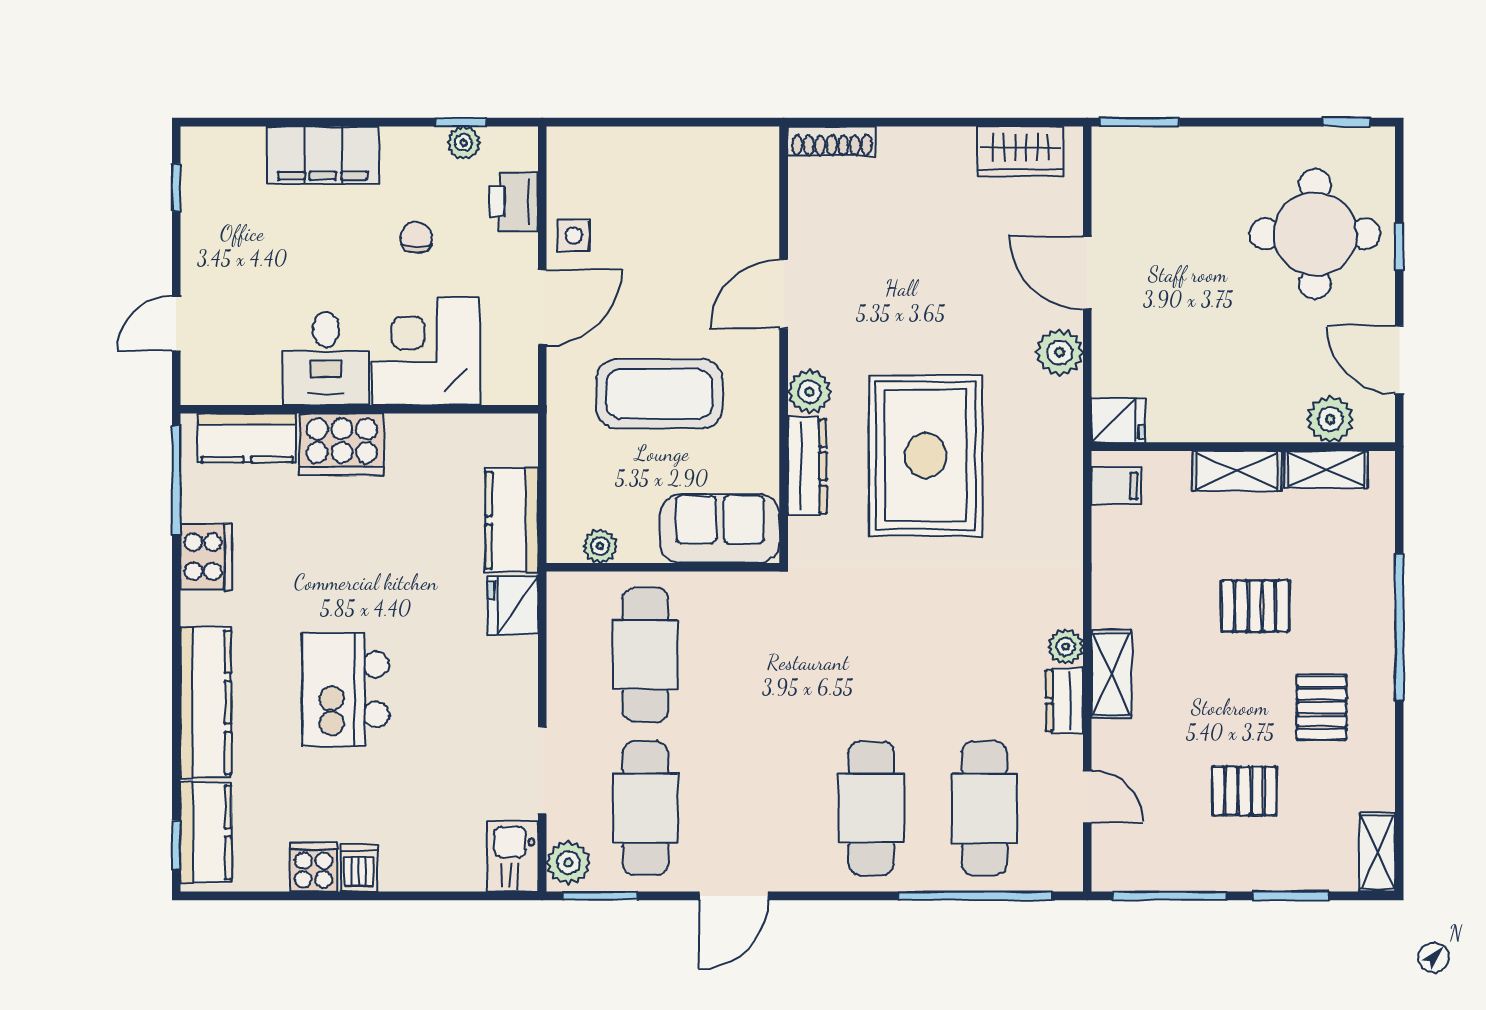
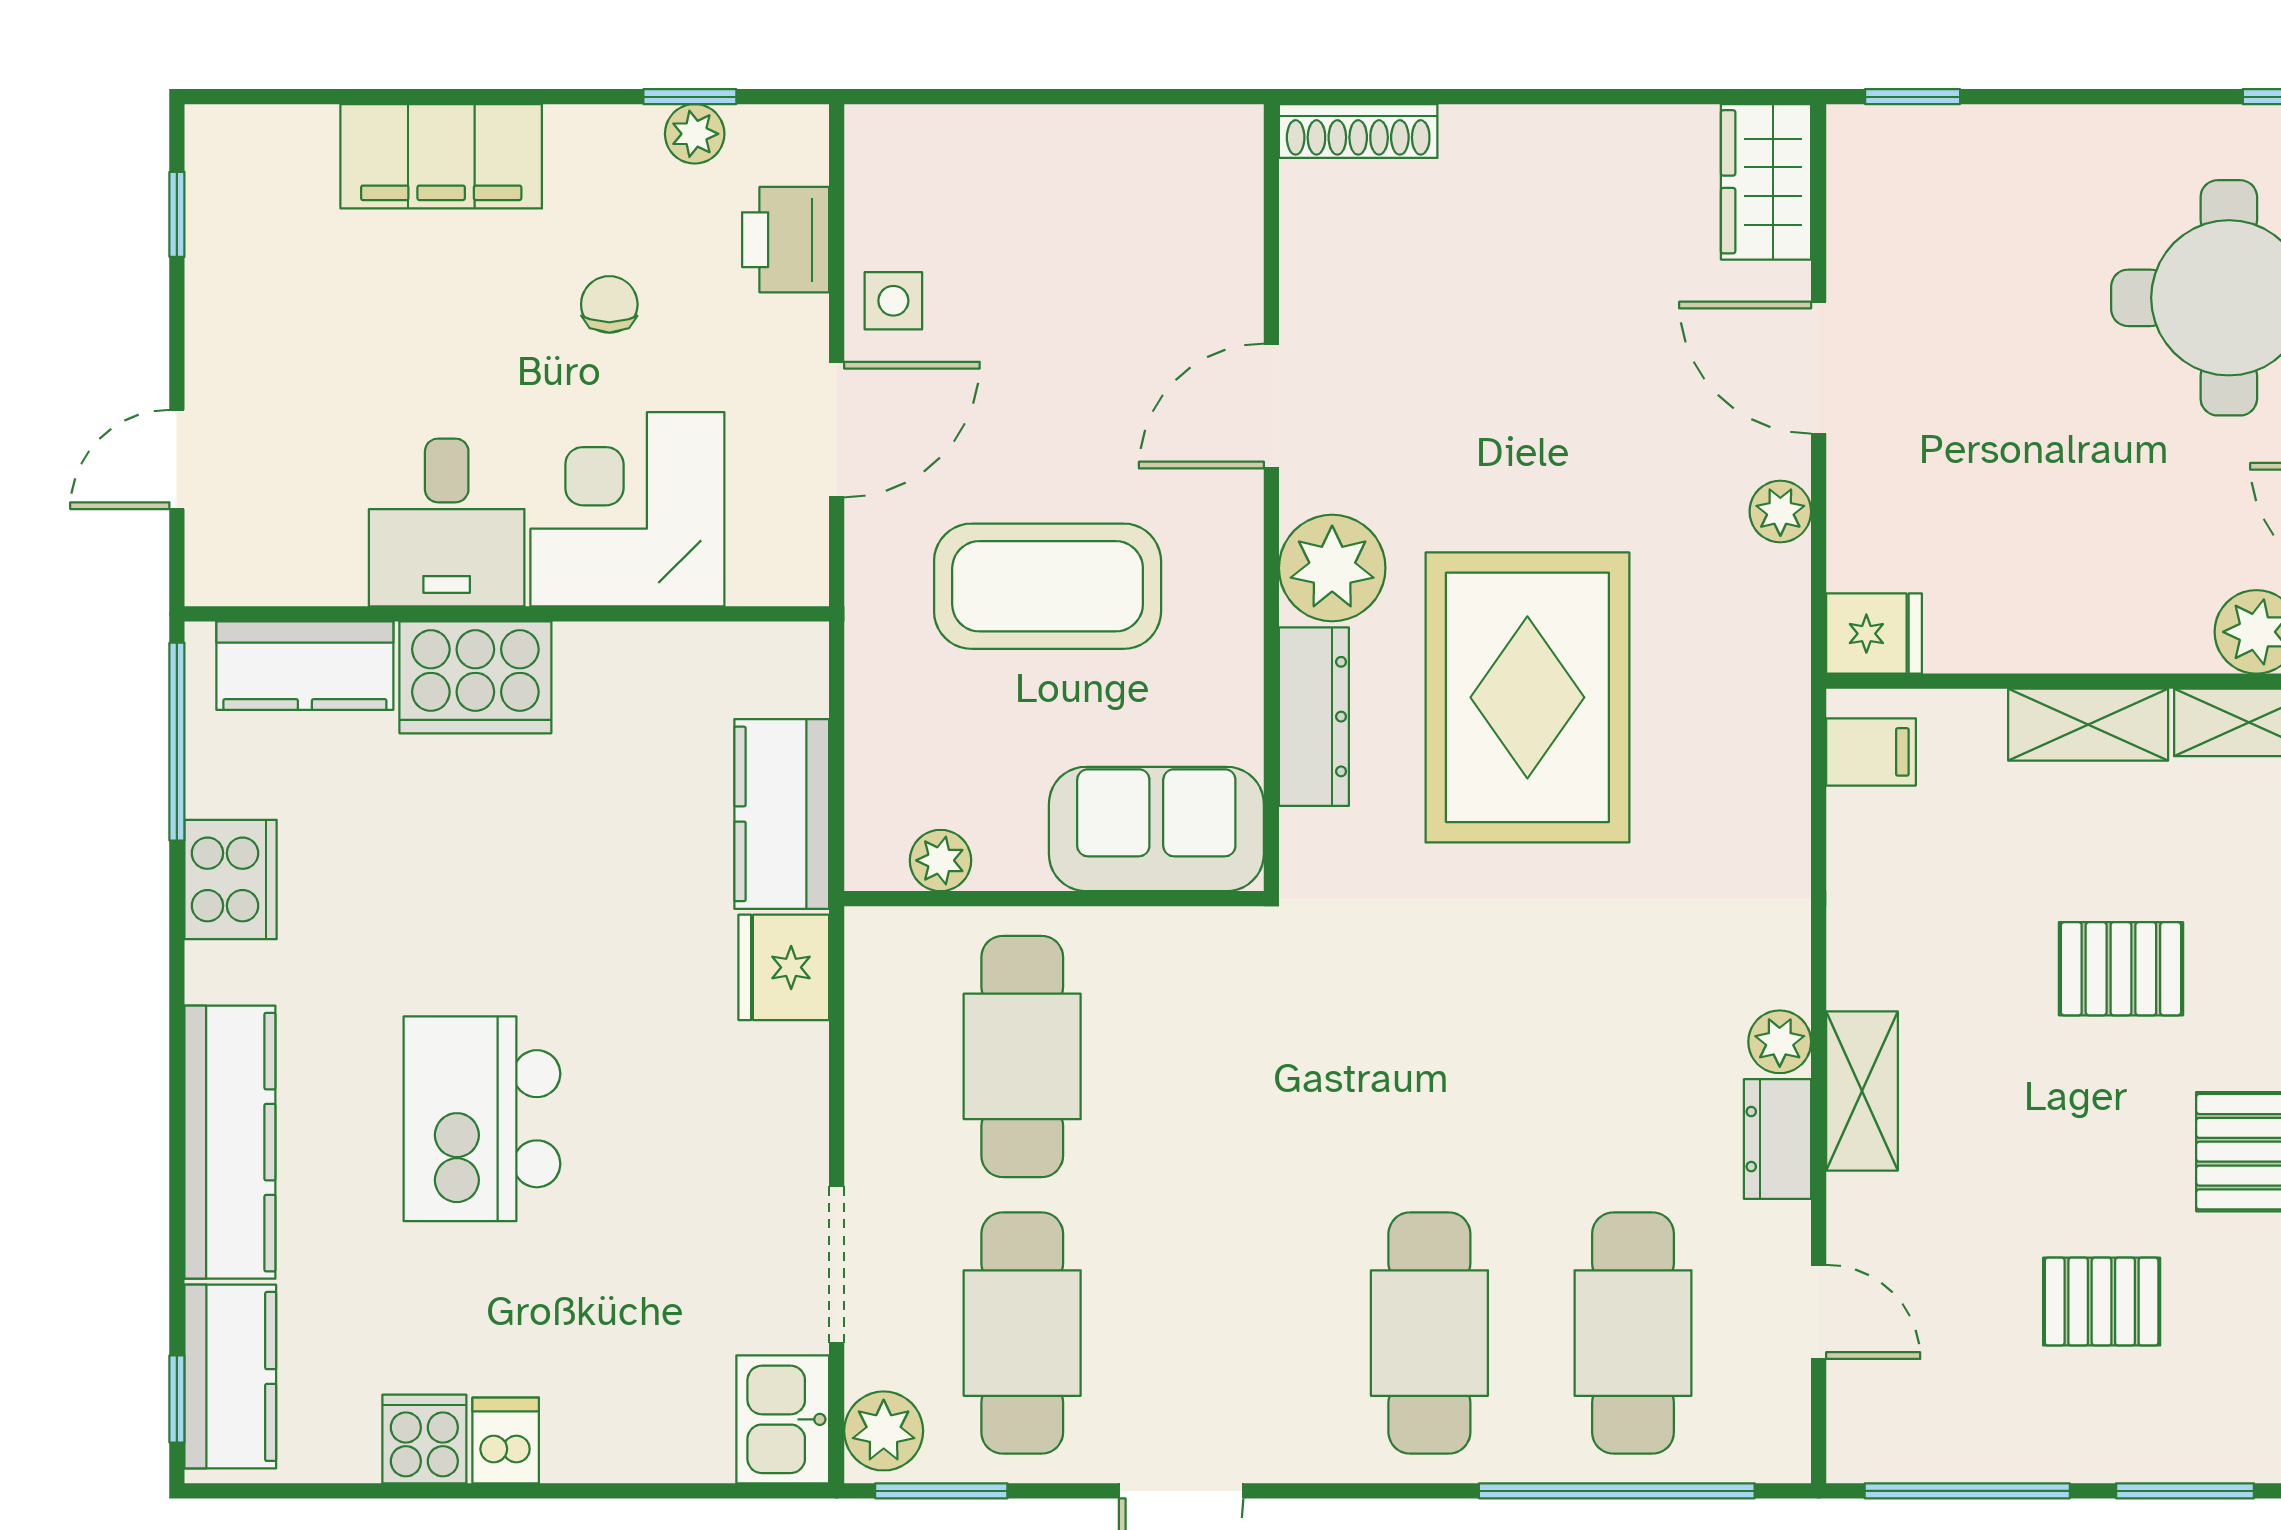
window: (1139, 122) -> (1913, 97), width x0.67
wardrobe: (1021, 151) -> (1766, 182), moved, turned 90
plant: (1060, 352) -> (1780, 511), width x0.73, depth x0.73
plant: (809, 392) -> (1332, 568), width x1.36, depth x1.36

